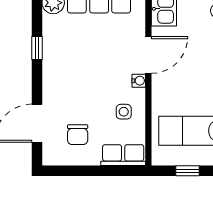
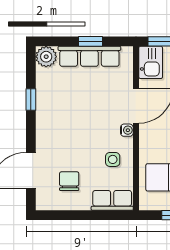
chair: (78, 135) -> (69, 181), turned 180

